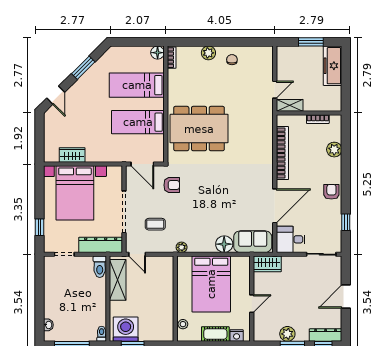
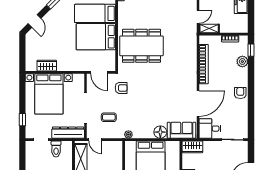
bed: (138, 122) -> (96, 37), width x1.50
window: (346, 222) -> (251, 50), moved
toilet: (100, 267) -> (56, 149), moved

